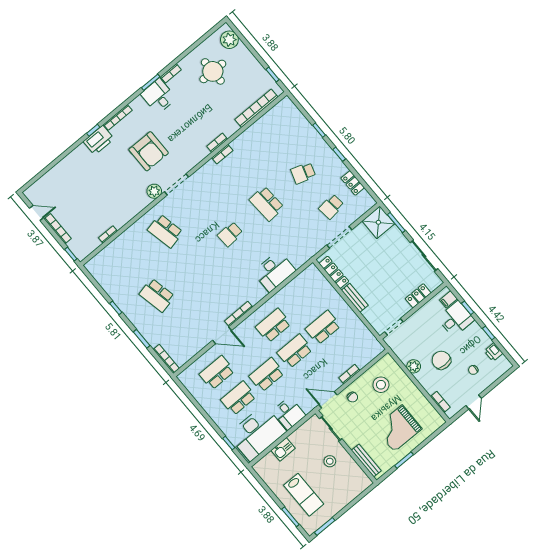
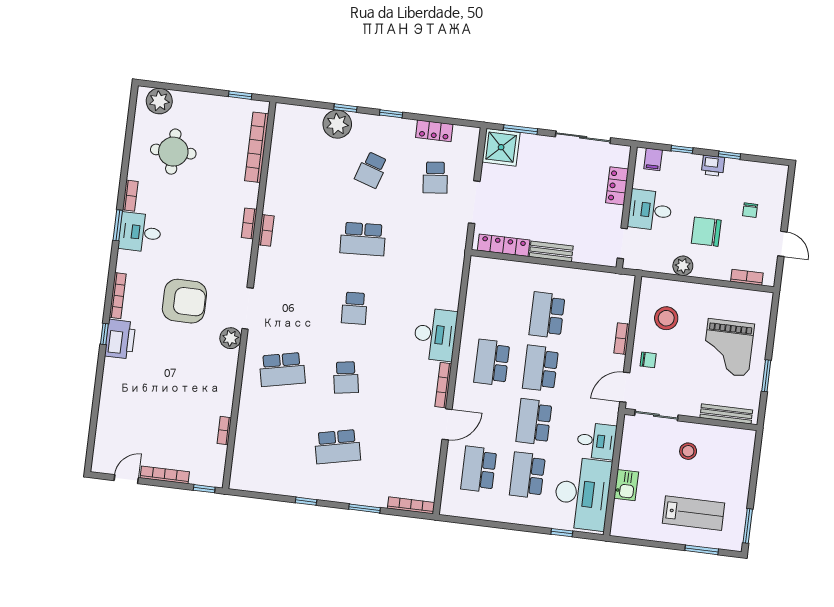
plant: (307, 134) -> (337, 124), added
school desk: (194, 265) -> (346, 377), added
desk: (274, 271) -> (435, 334), moved
desk: (456, 319) -> (650, 210), moved, turned -90
printer: (494, 352) -> (713, 166), moved

